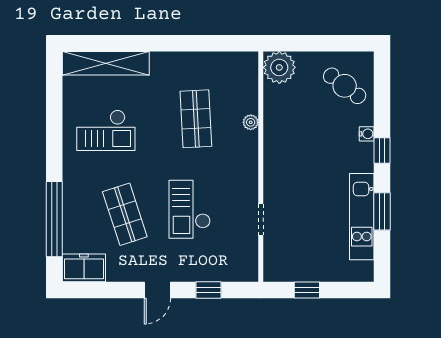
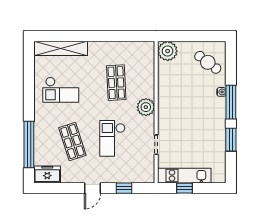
plant: (251, 122) -> (146, 107), moved, width x1.87, depth x1.87
window: (382, 151) -> (231, 102), width x2.17
kitchen unit: (362, 217) -> (184, 176), moved, turned 90

